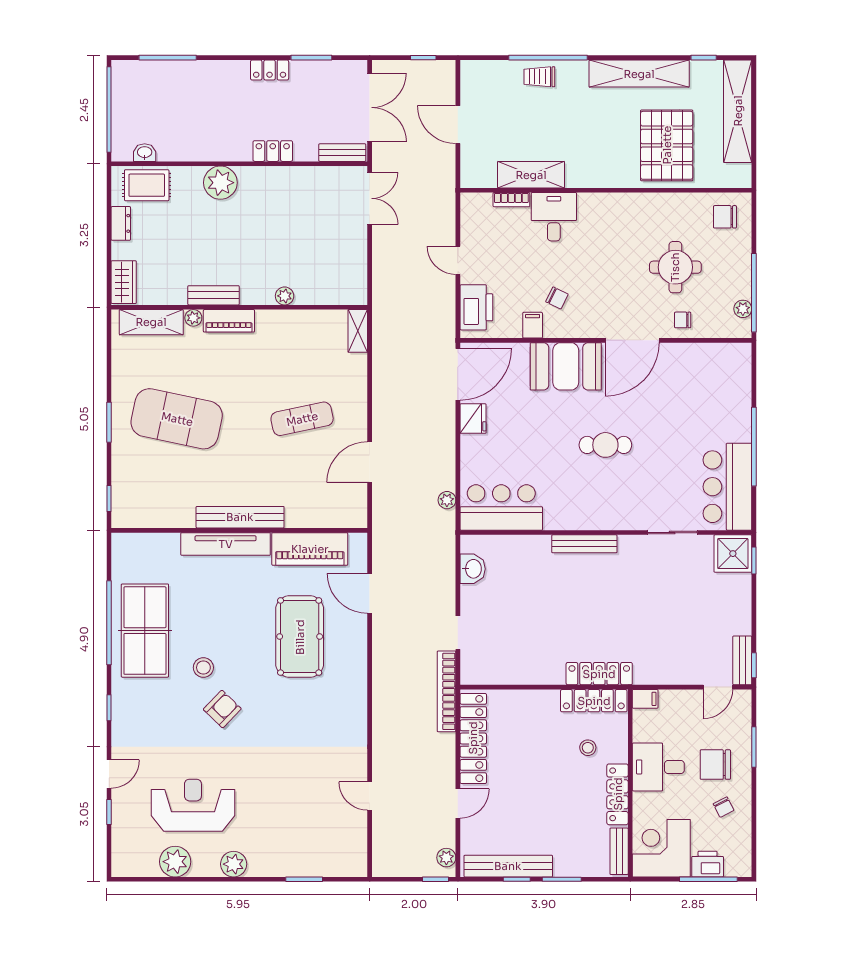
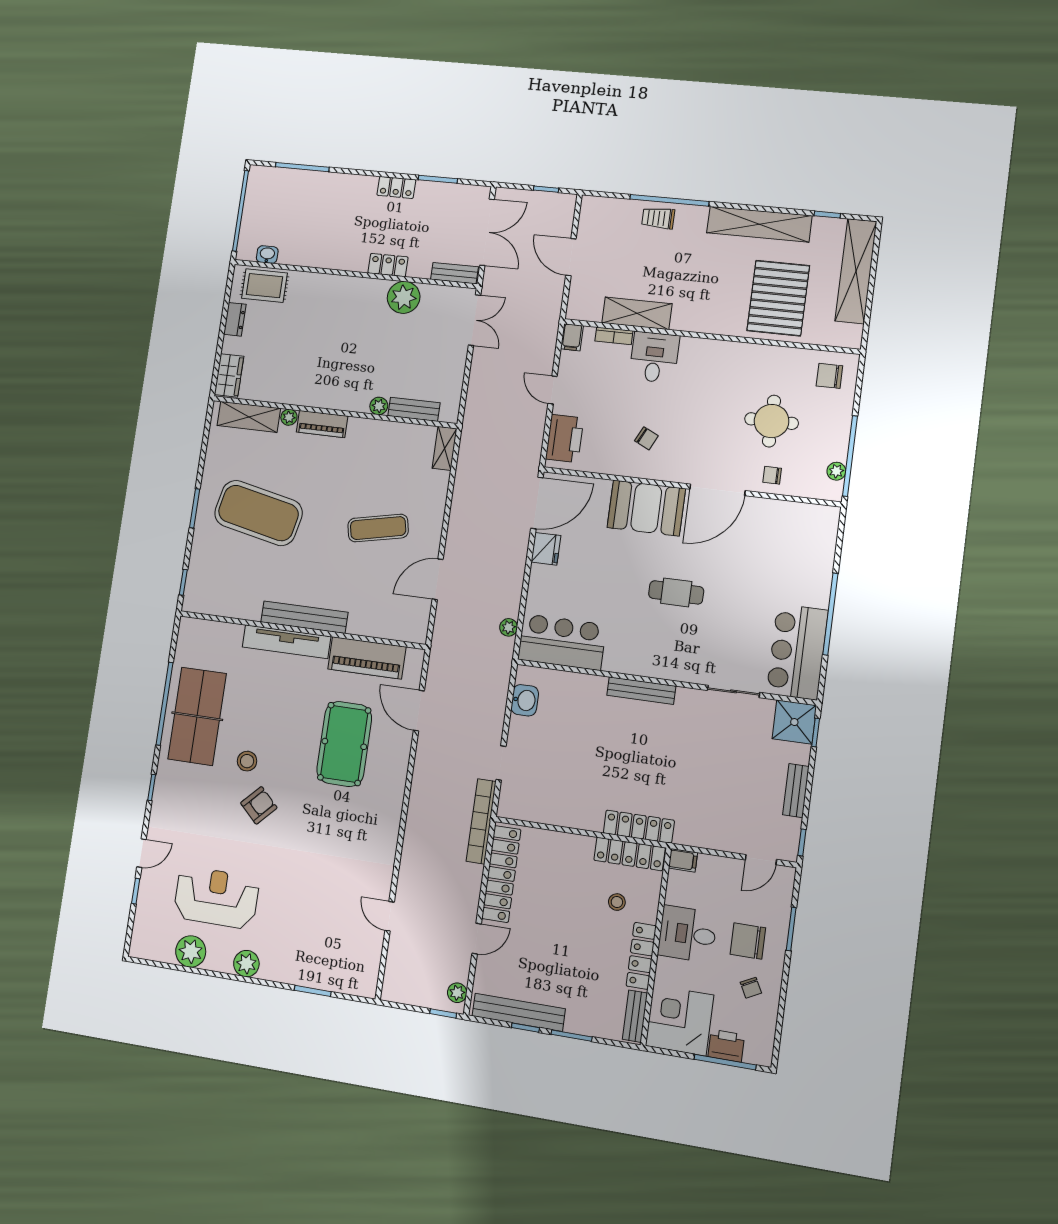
plant: (220, 183) -> (404, 297), moved
bench: (214, 295) -> (414, 409), moved
filing cabinet: (533, 325) -> (572, 337), moved, turned 180
bench: (742, 660) -> (796, 791), moved

